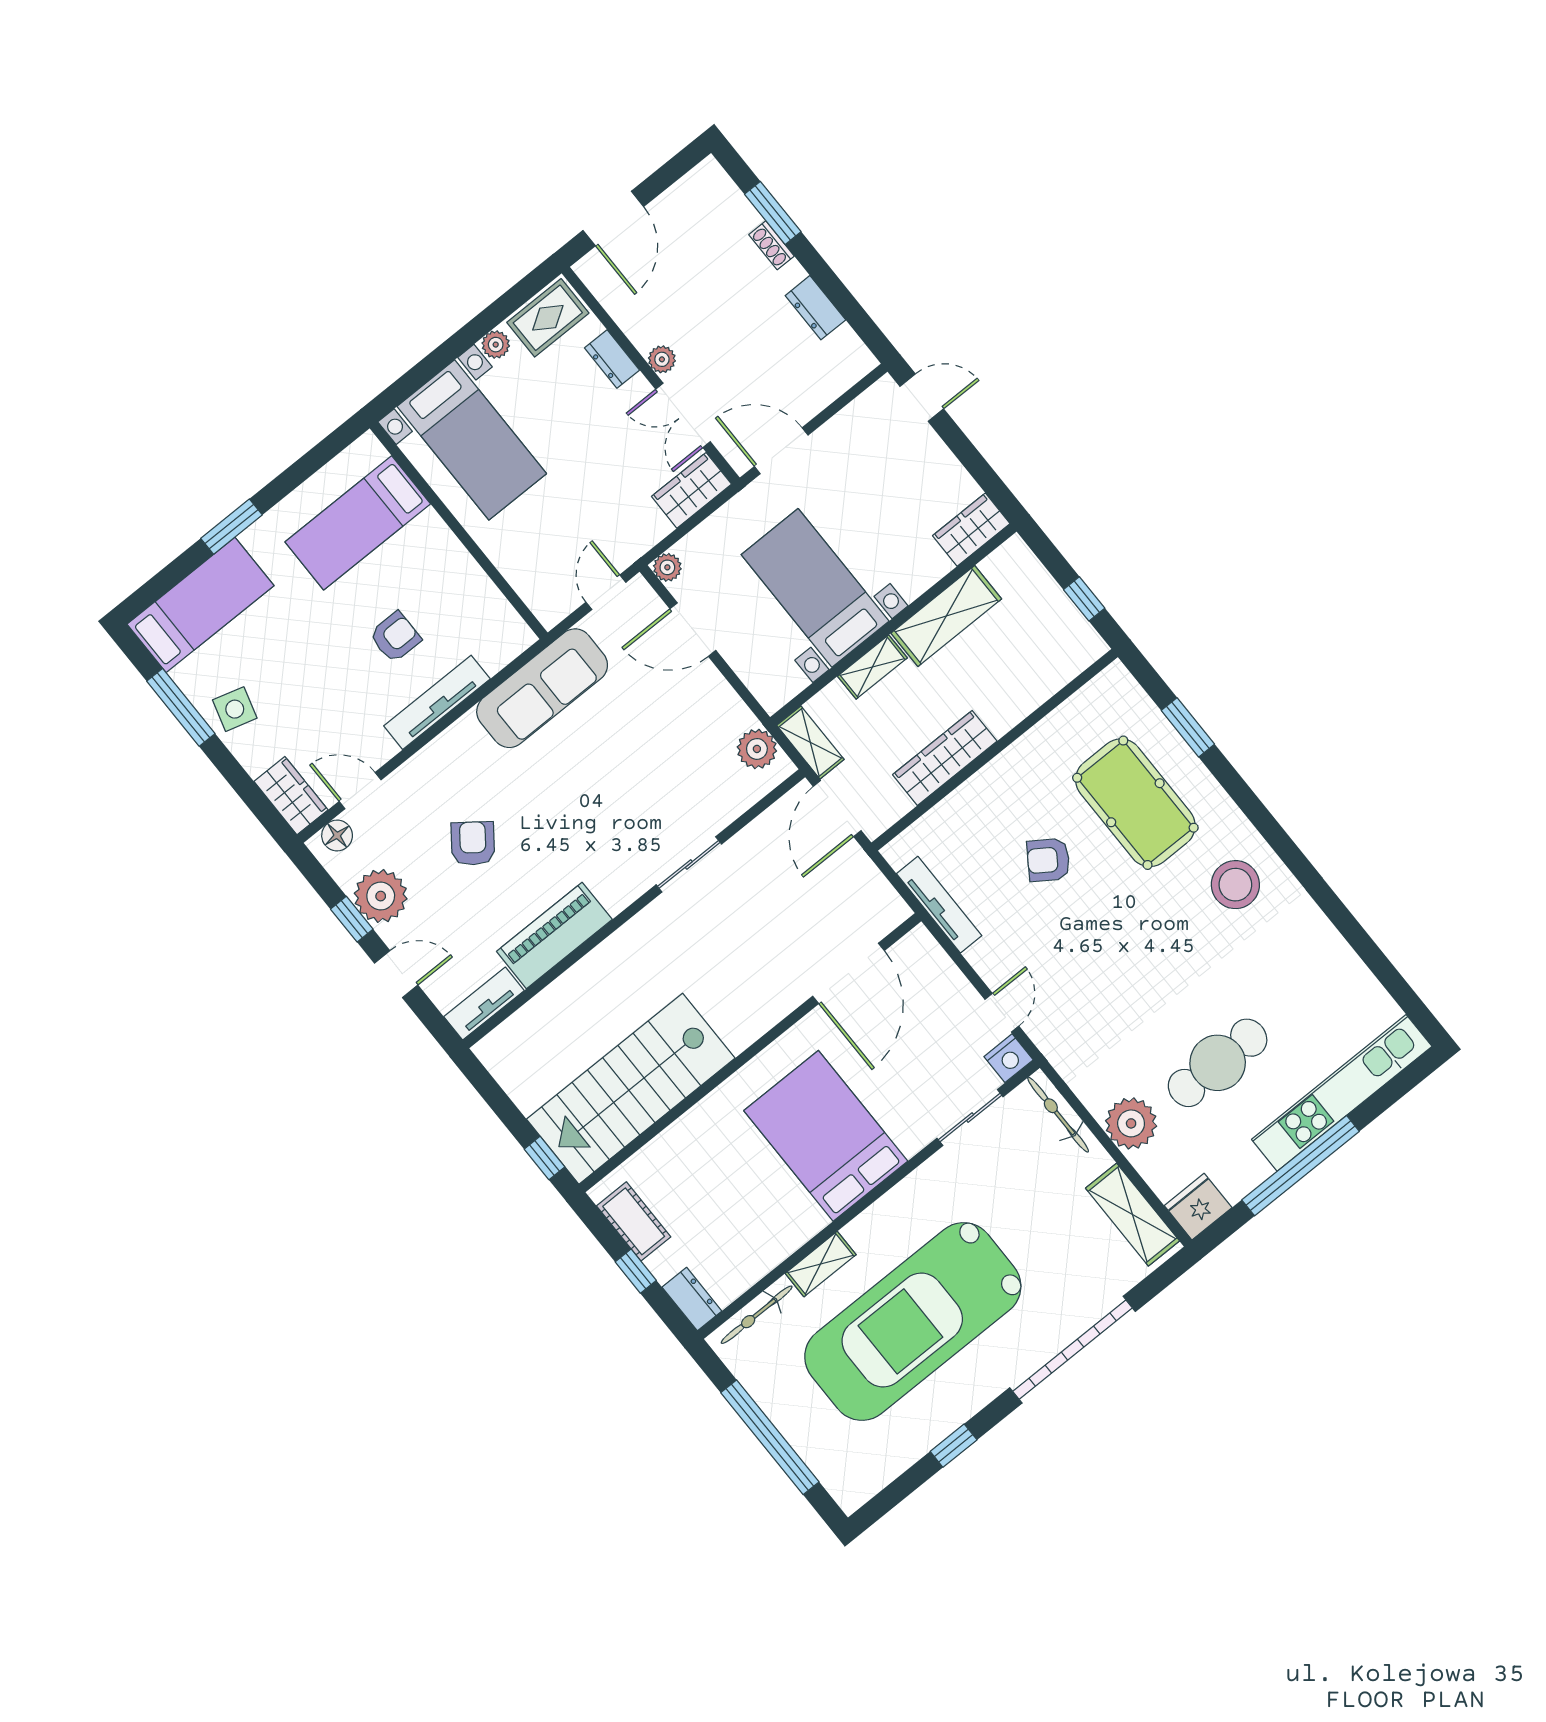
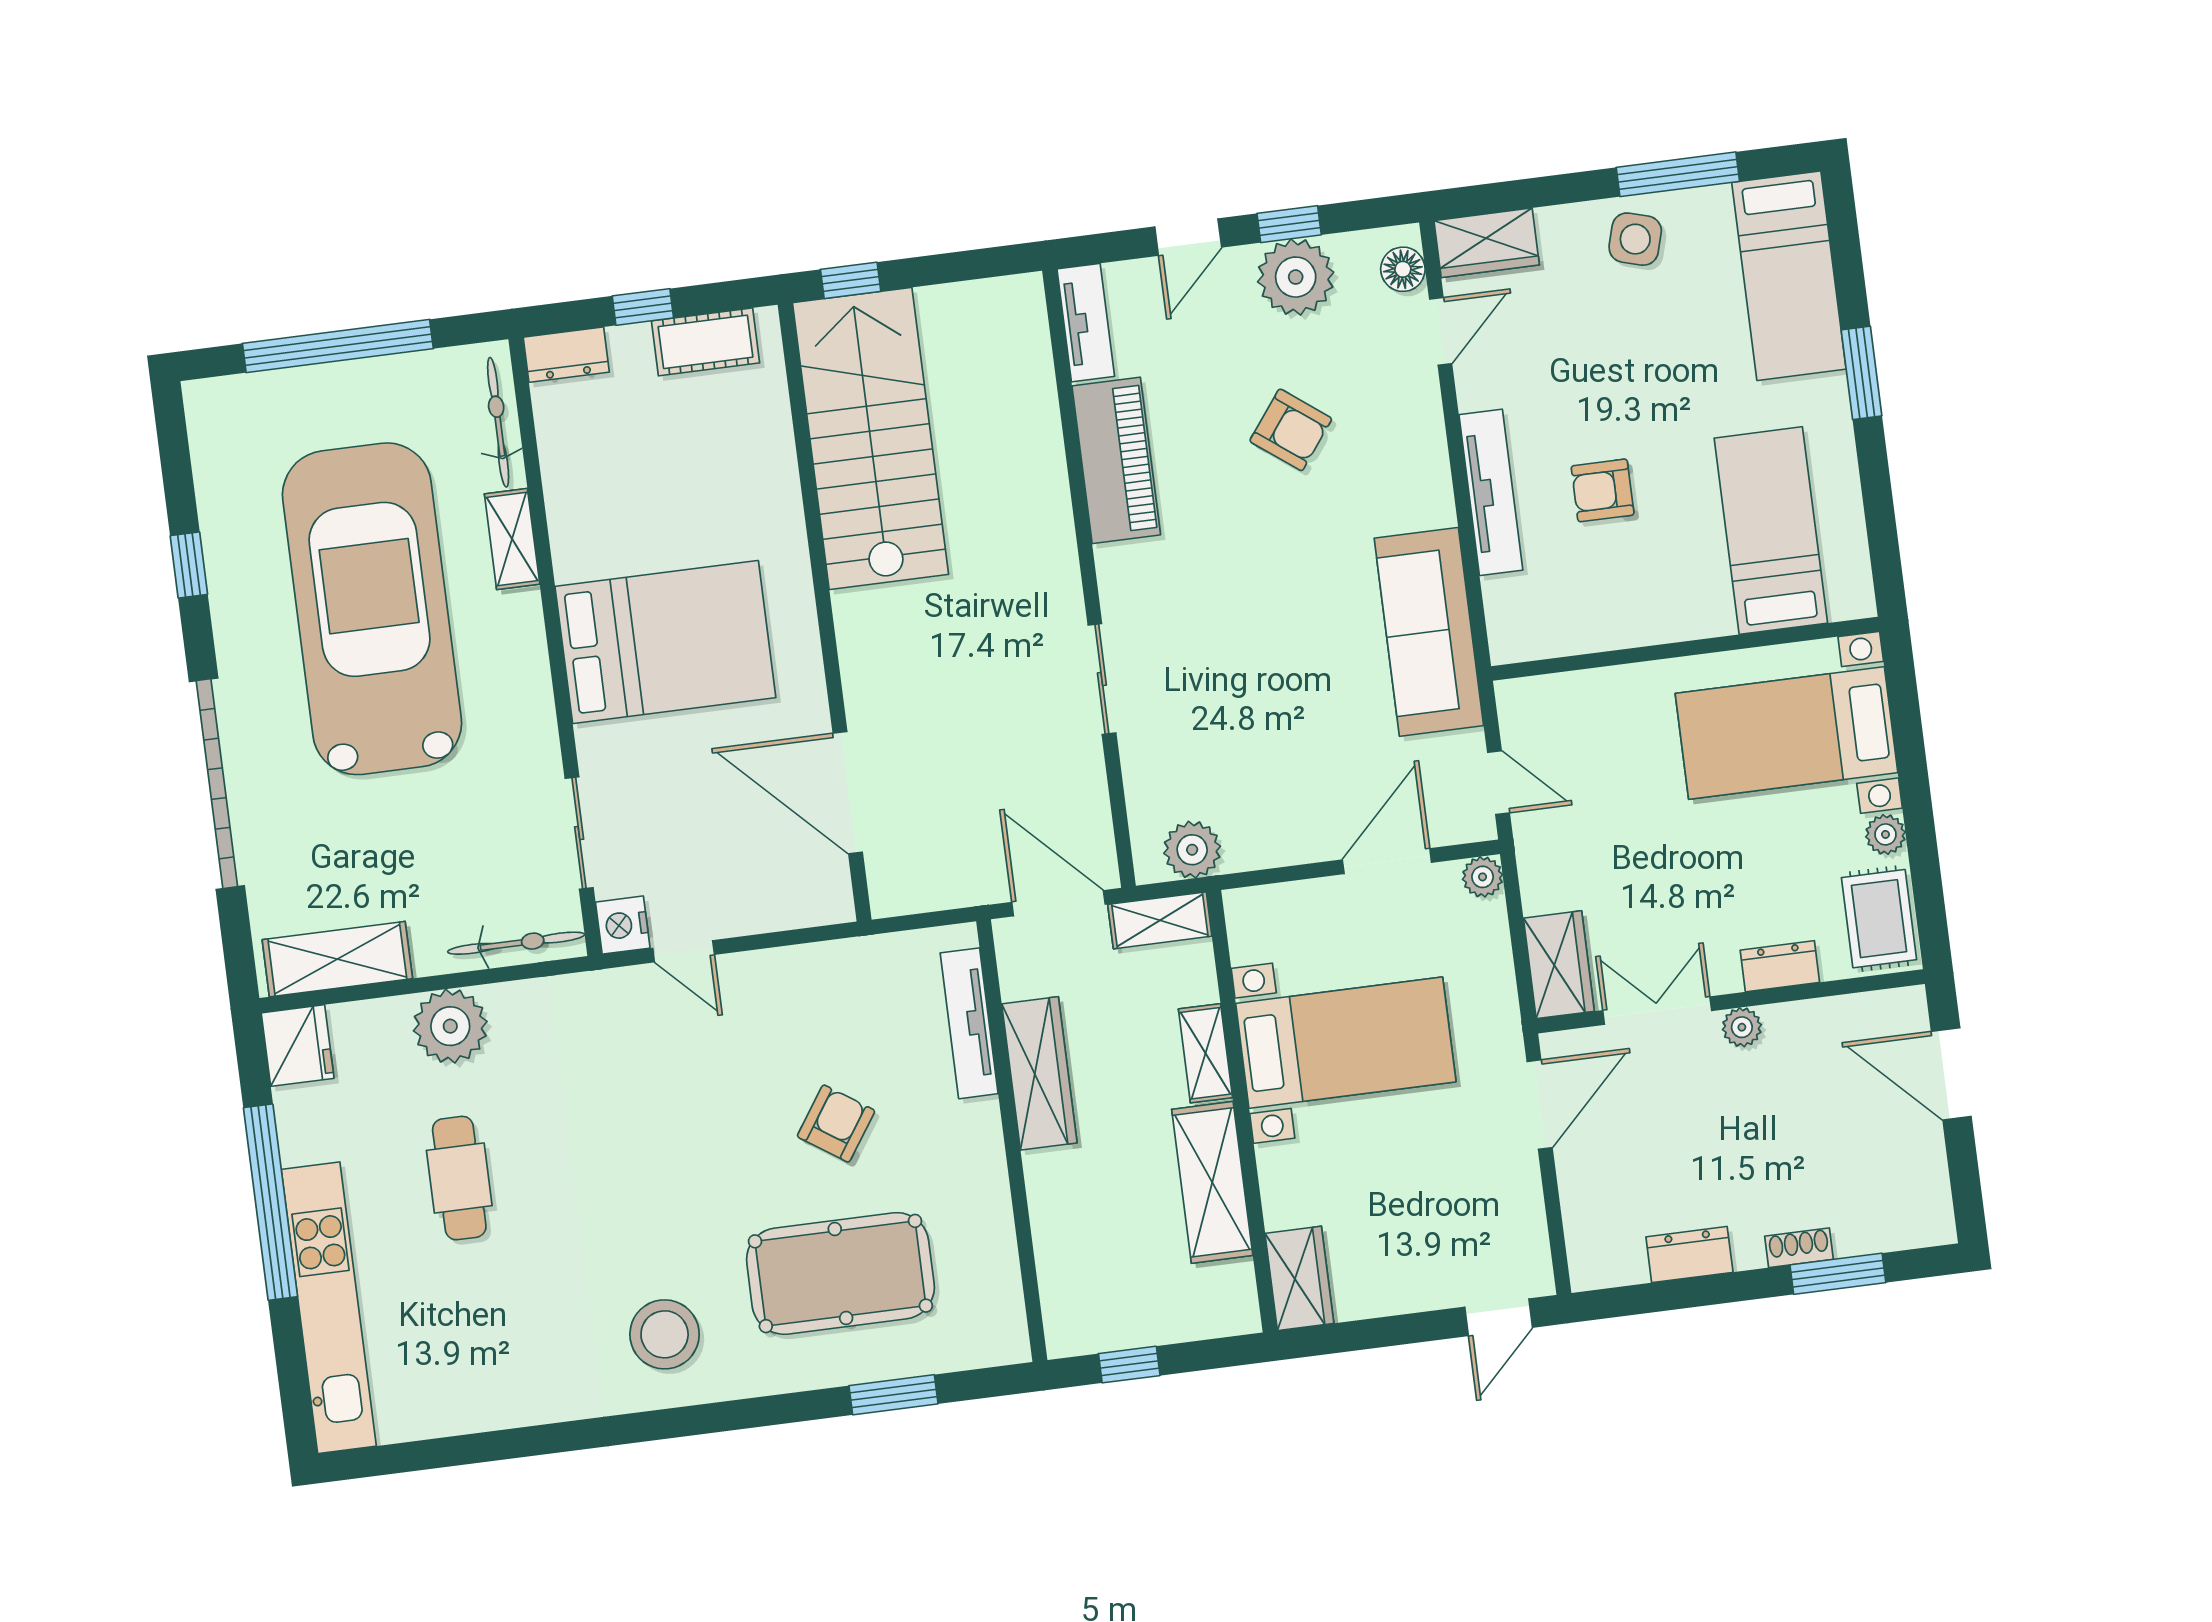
armchair: (395, 637) -> (1603, 490), turned 90
tv unit: (939, 905) -> (969, 1023), moved, turned 90
cafe table: (1218, 1063) -> (459, 1178), width x0.73, depth x0.74

